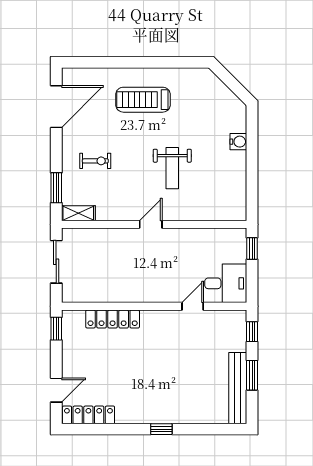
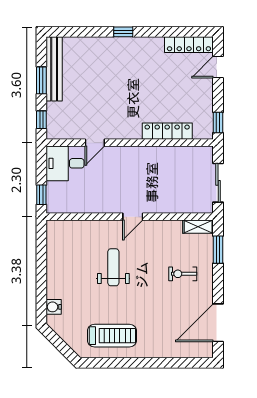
treadmill: (143, 100) -> (112, 336), moved
water cooler: (238, 142) -> (54, 307), moved

